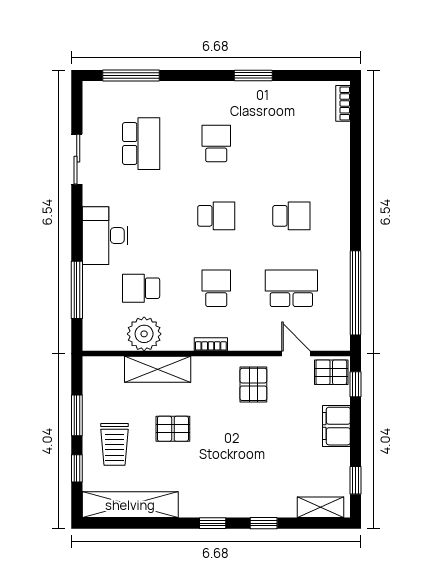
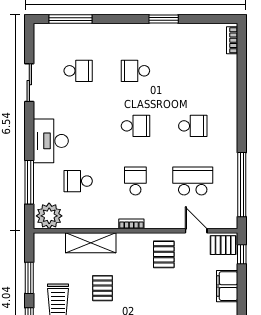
school desk: (141, 144) -> (78, 71), width x0.54
school desk: (216, 144) -> (135, 71), turned -90
plant: (144, 334) -> (49, 216), moved
pallet: (173, 429) -> (102, 288), turned 90

